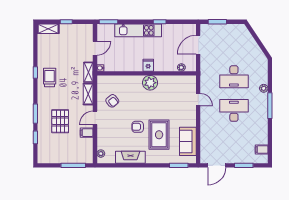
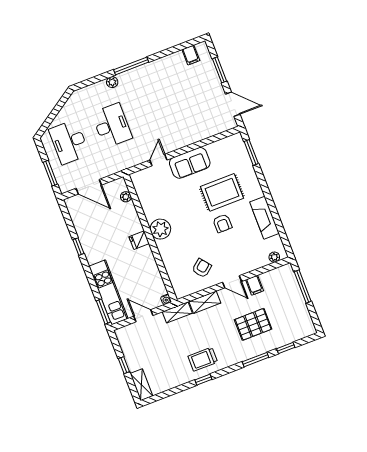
kitchen unit: (138, 30) -> (108, 292), moved
desk: (234, 110) -> (69, 142), moved
sofa: (188, 141) -> (190, 163), moved

